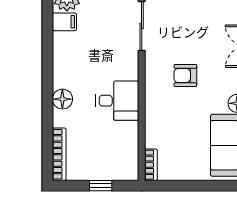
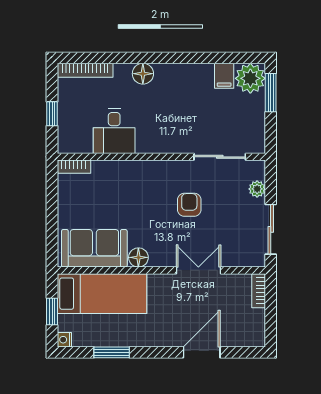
armchair: (185, 75) -> (189, 205), moved
desk: (117, 101) -> (114, 131), moved

